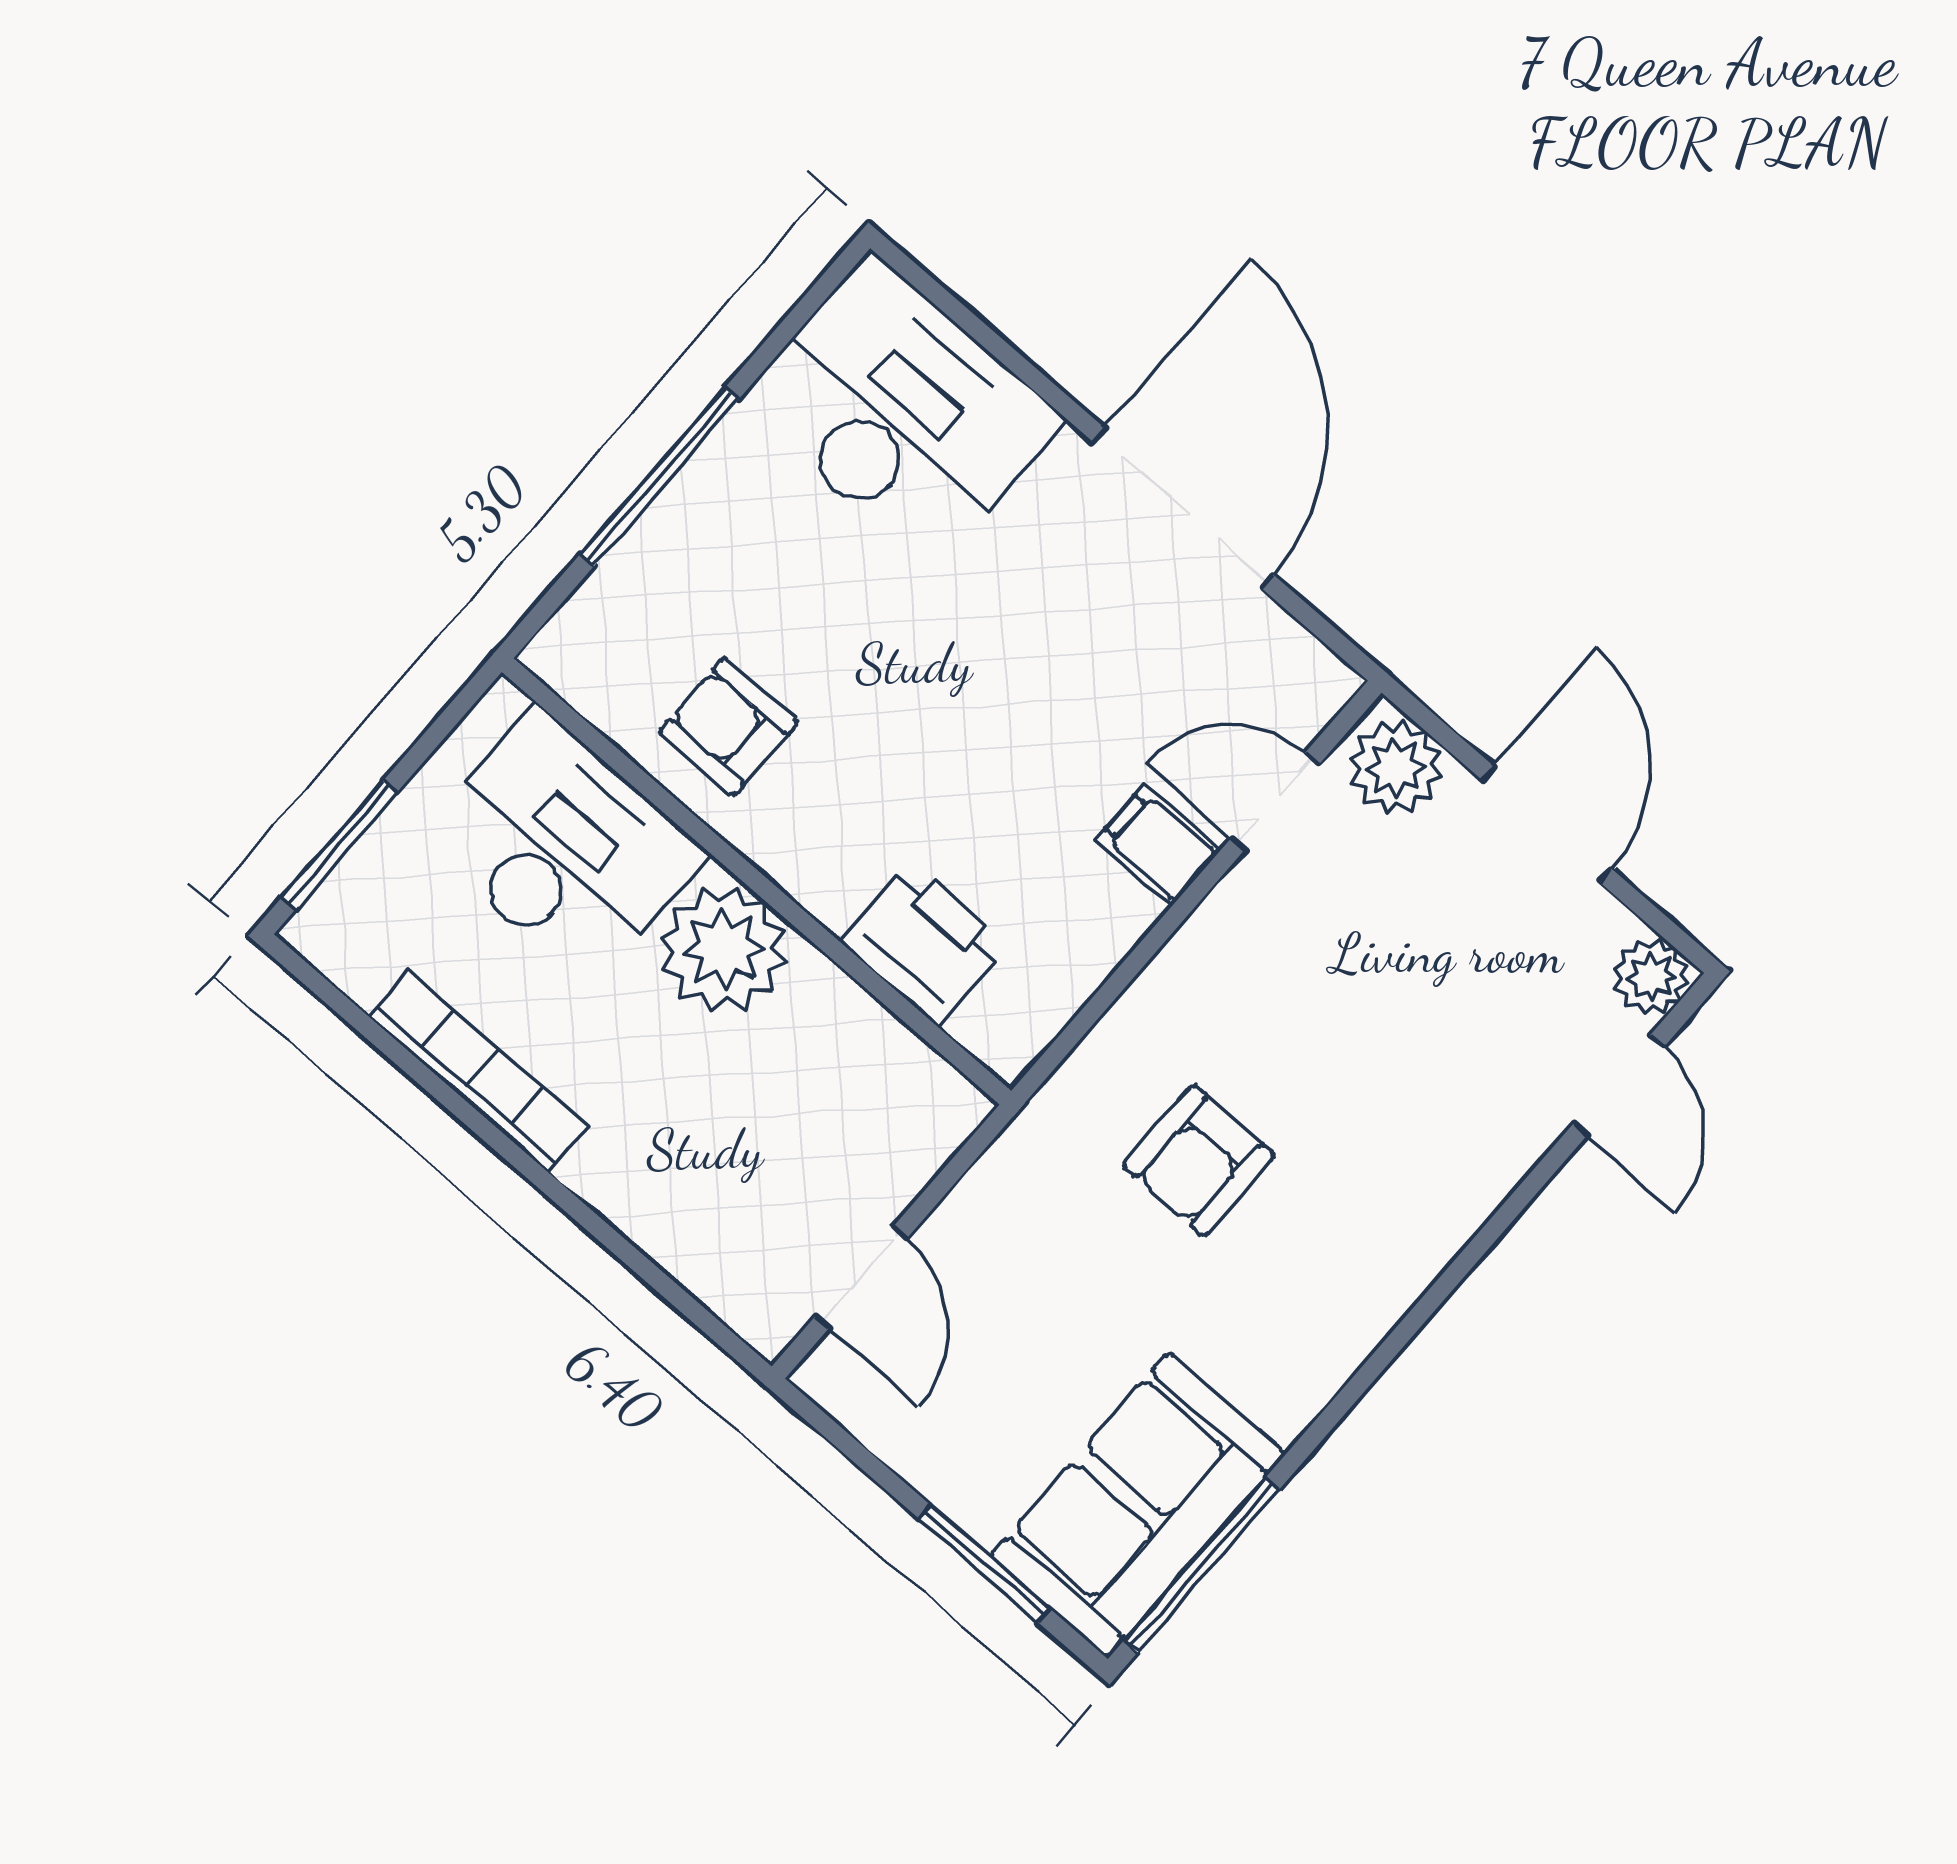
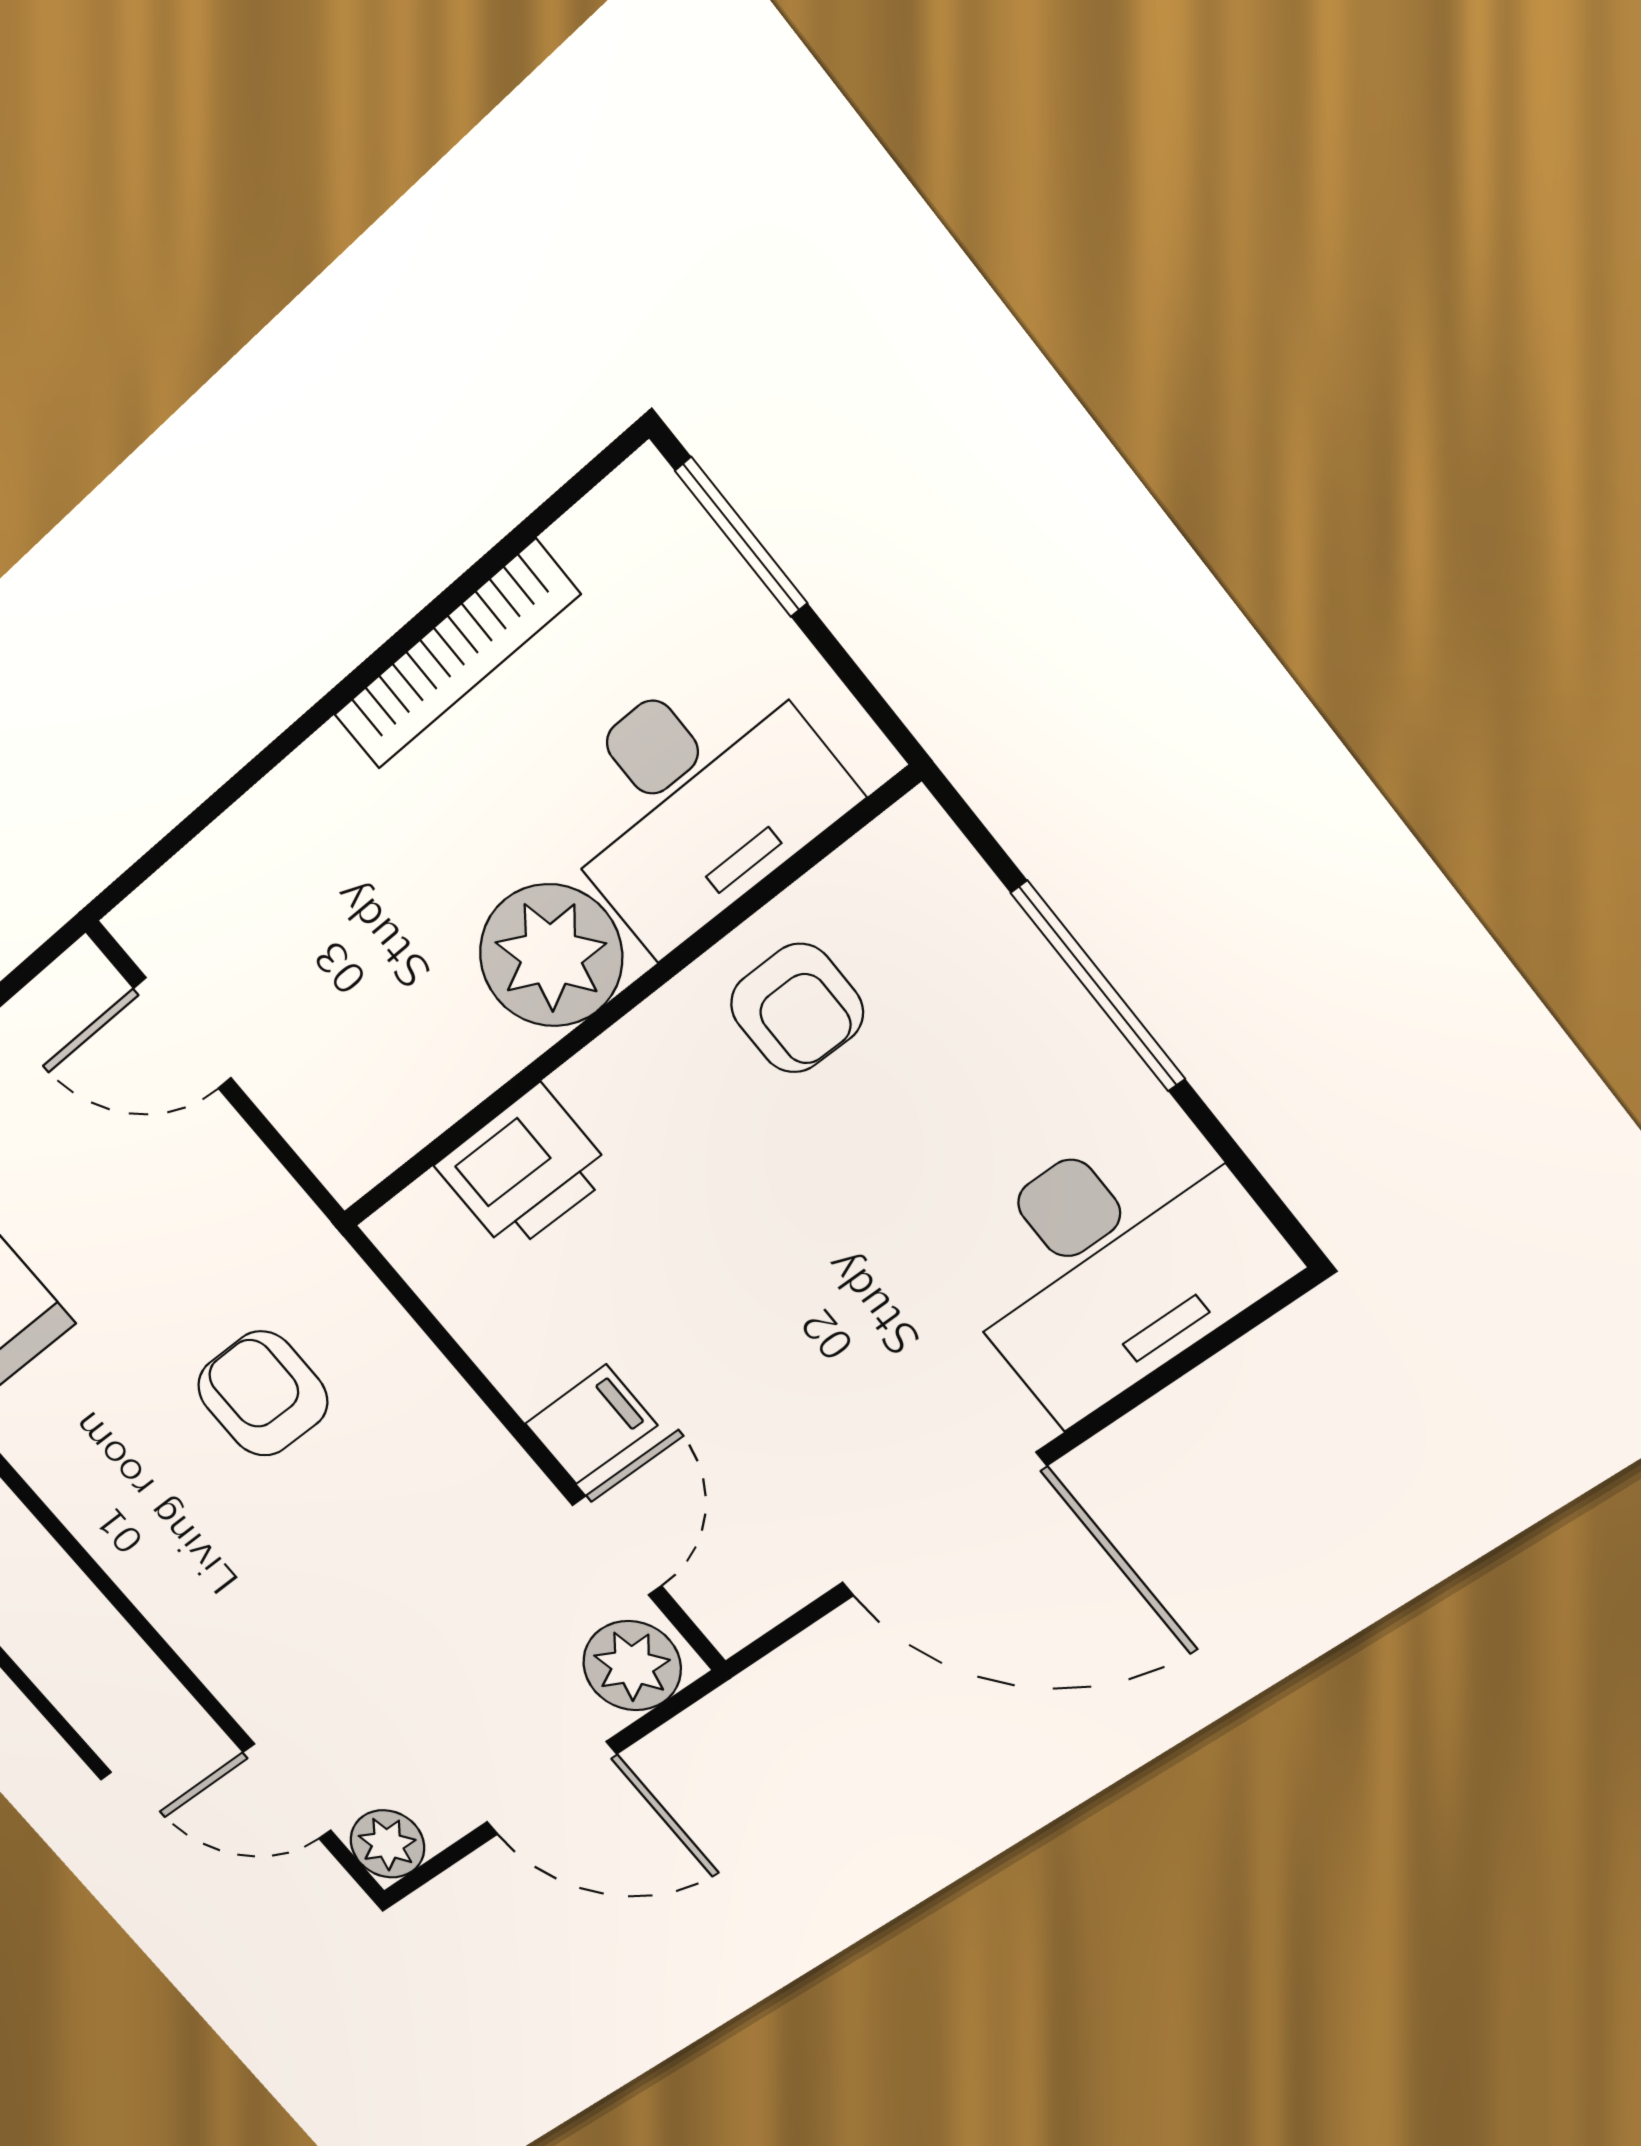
armchair: (729, 727) -> (797, 1008), turned 90

